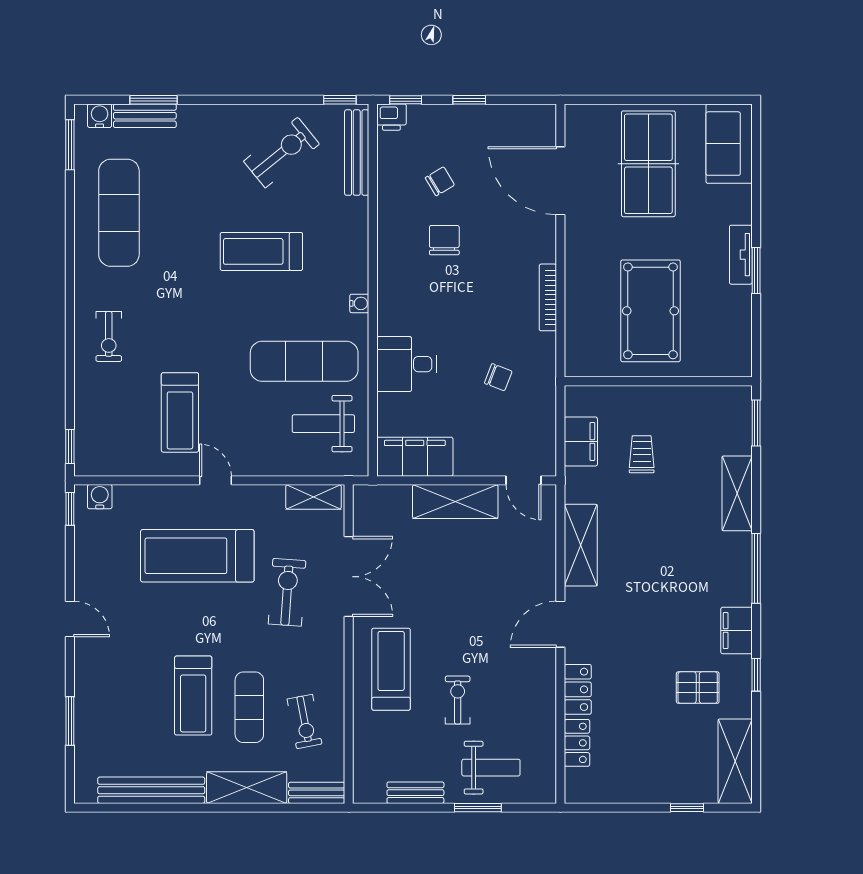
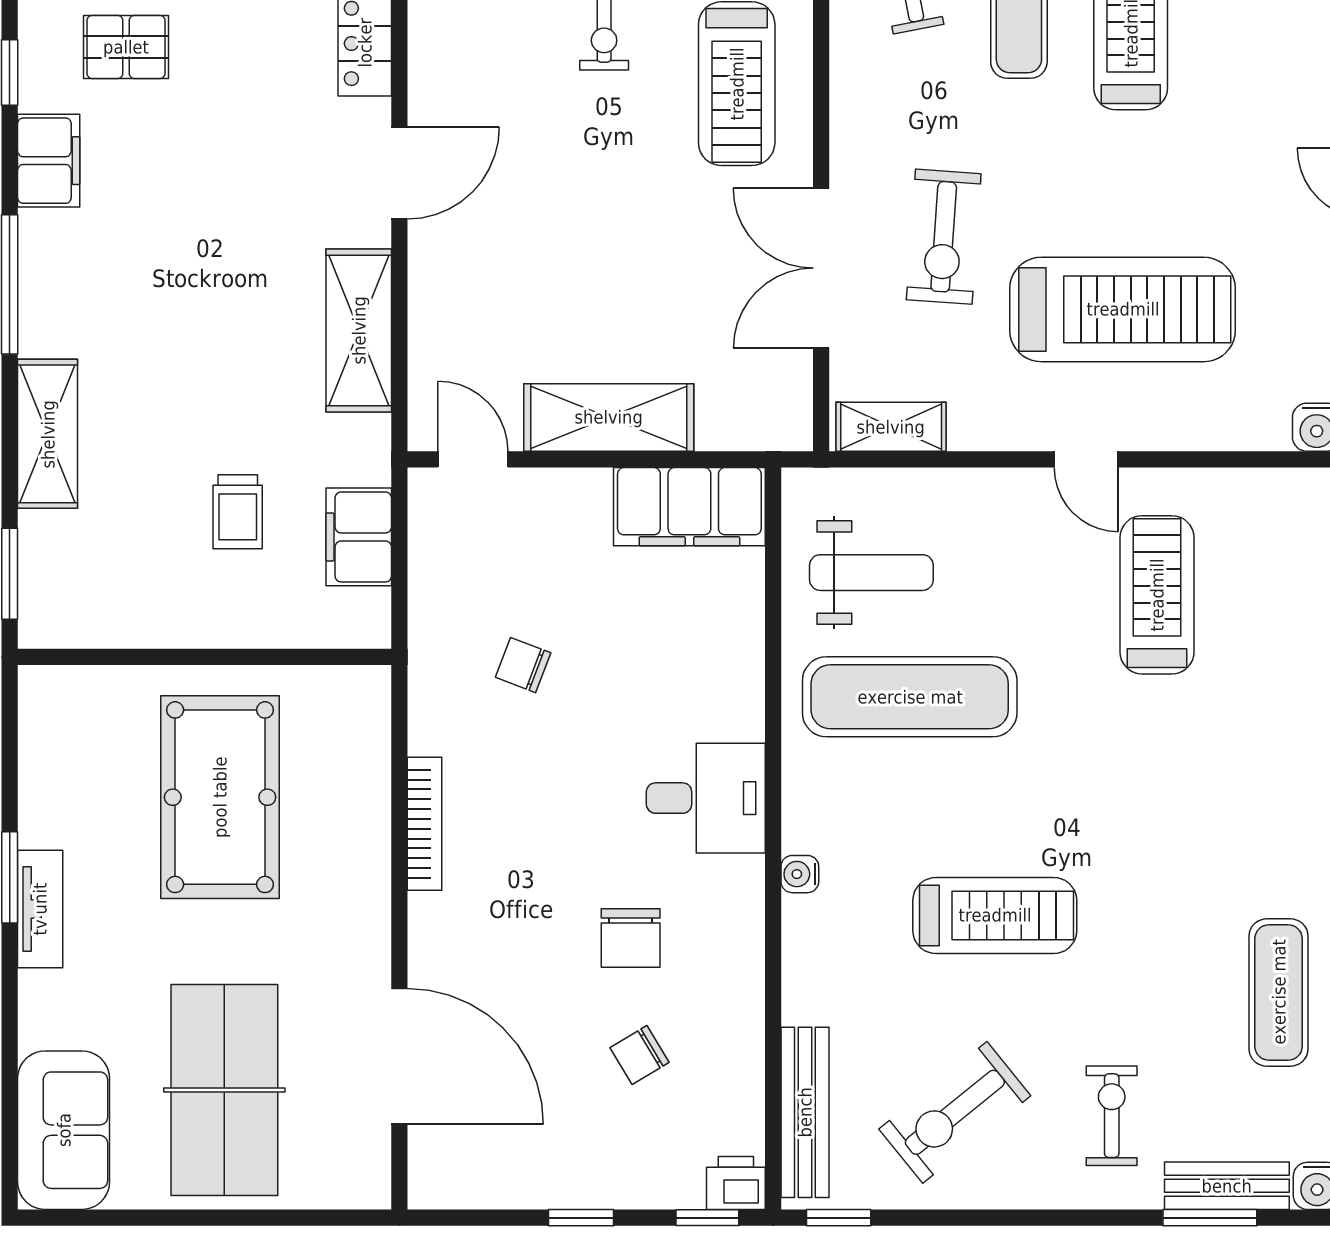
exercise mat: (119, 213) -> (1279, 992), width x0.73, depth x0.69
water cooler: (359, 303) -> (800, 874), moved
exercise bike: (109, 336) -> (1112, 1116), moved
desk: (407, 364) -> (706, 798), moved

